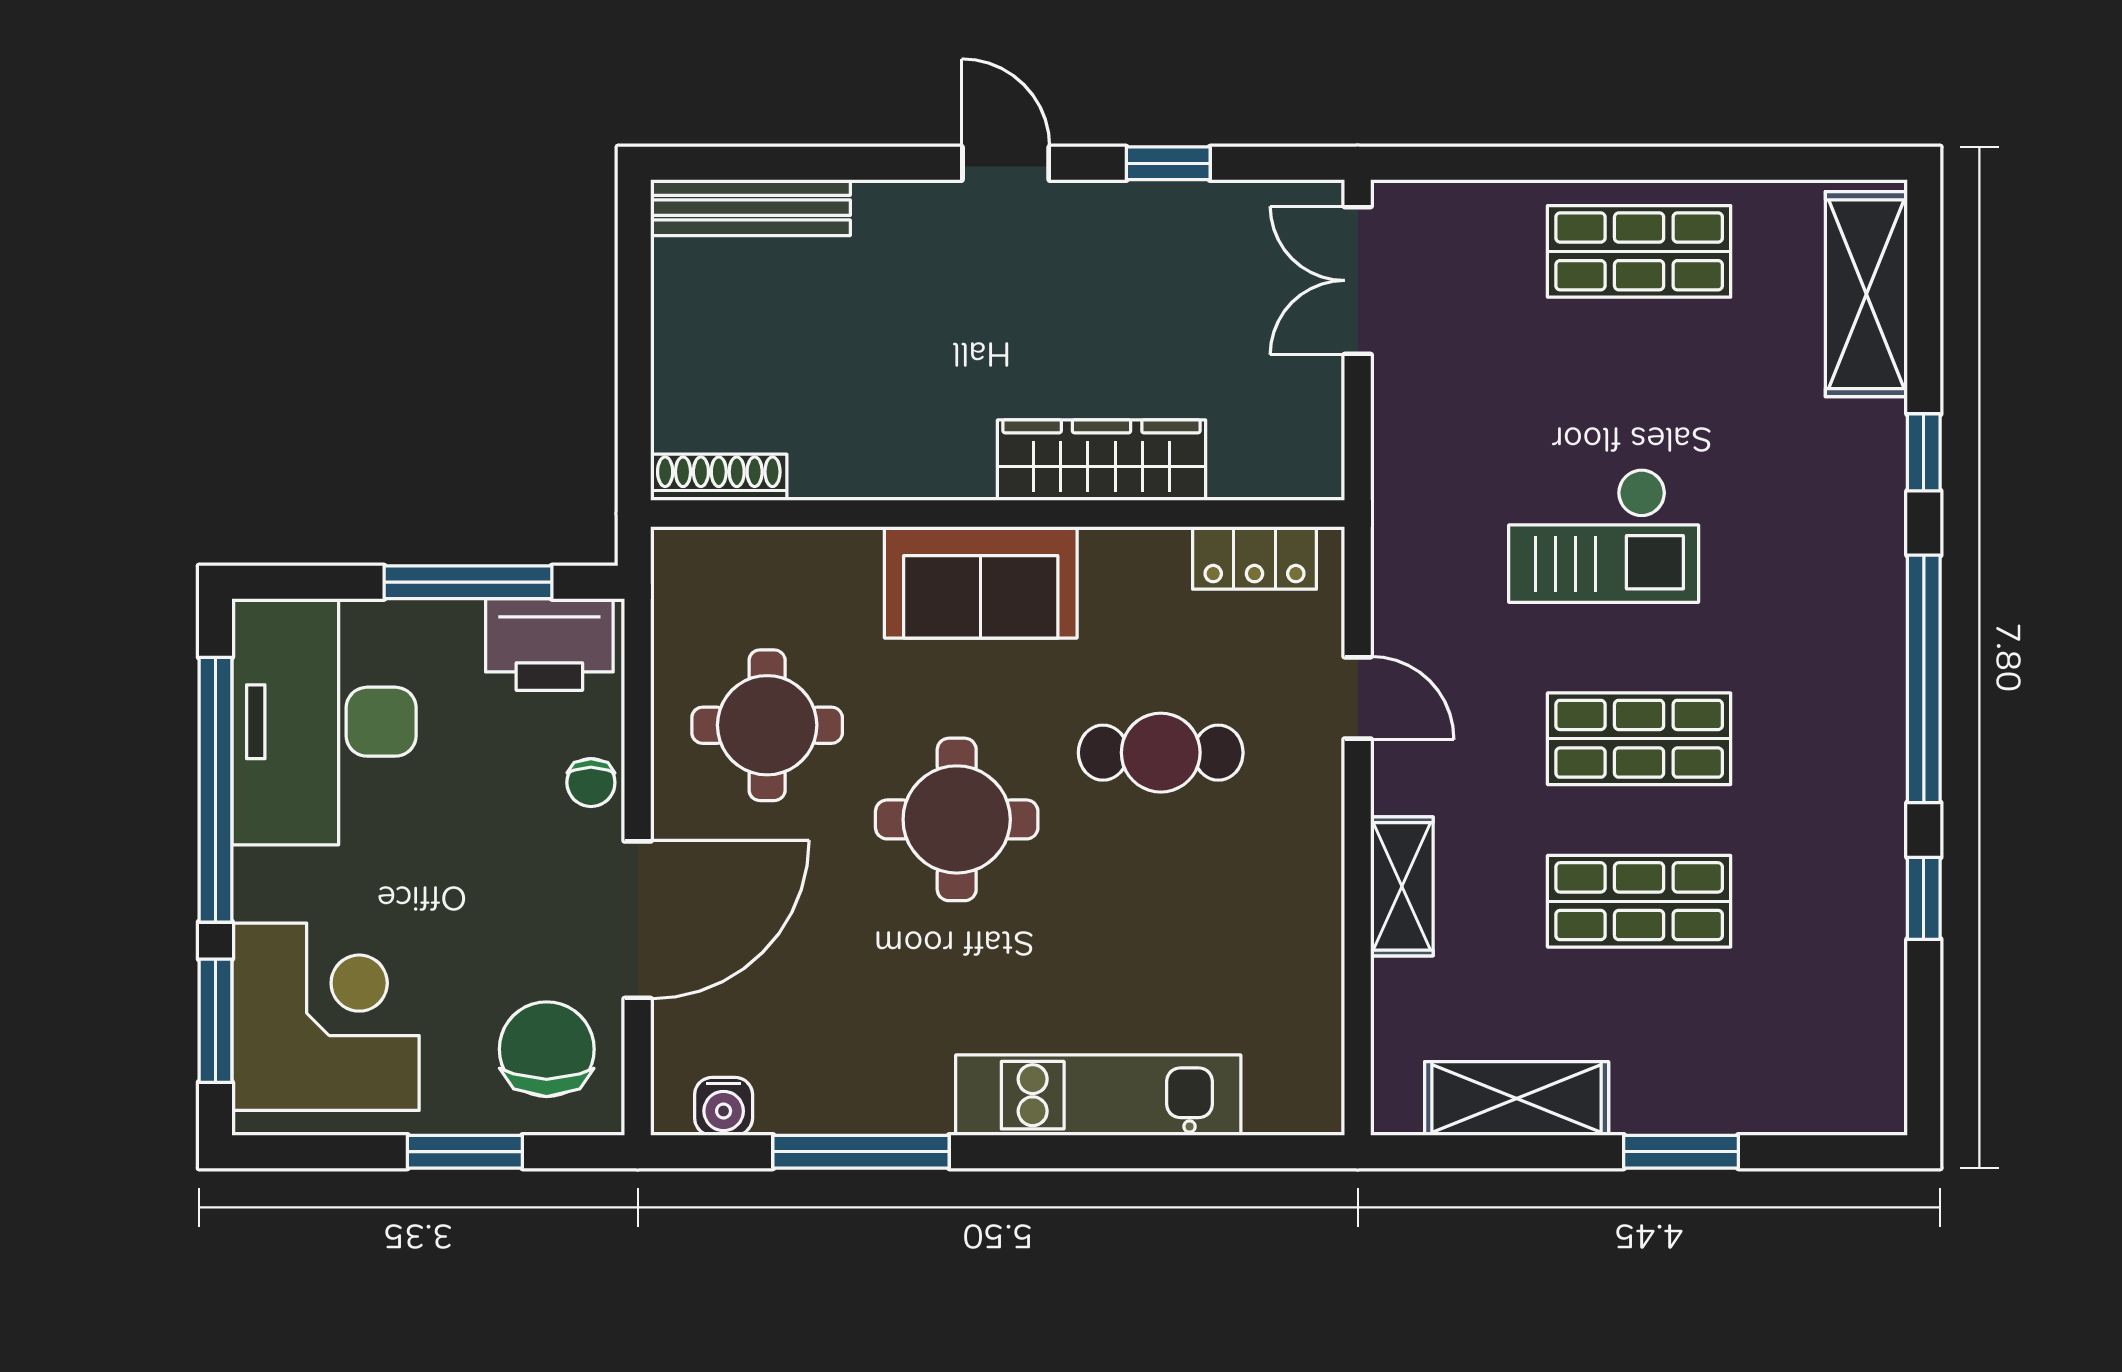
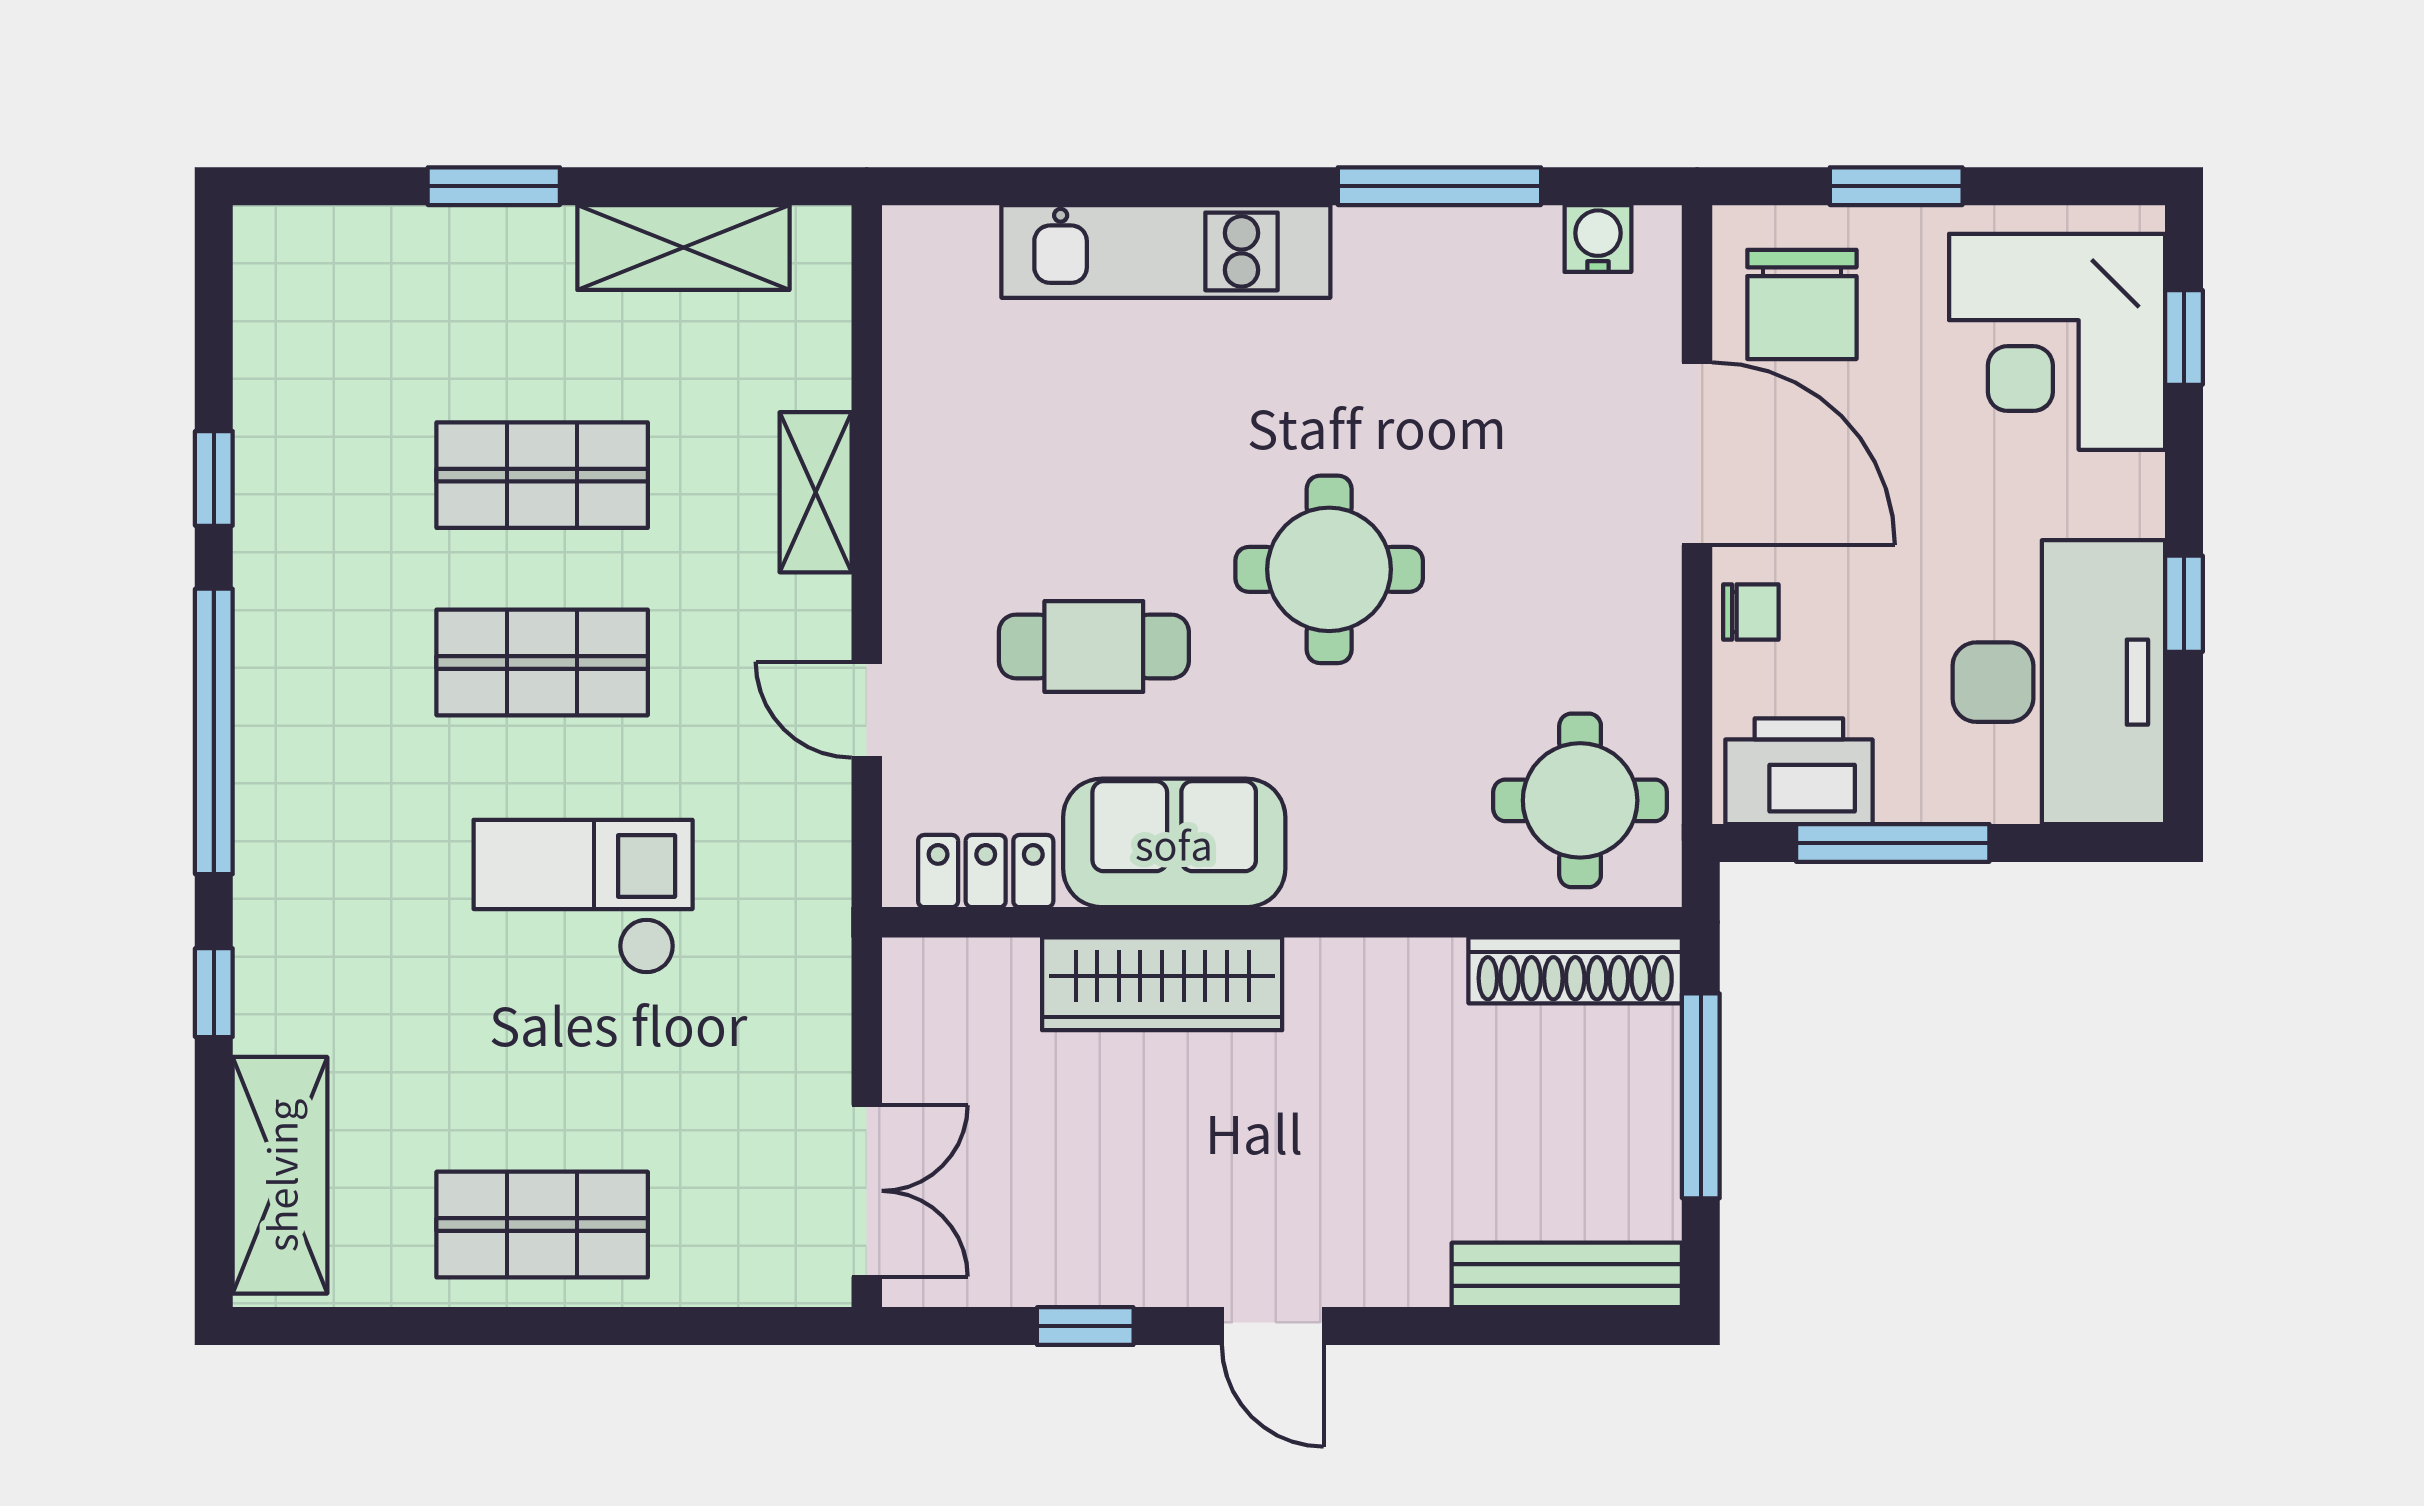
window: (634, 363) -> (1701, 1096), added
shoe rack: (719, 477) -> (1575, 970), width x1.36, depth x1.24
sofa: (981, 582) -> (1174, 843), moved
round table: (767, 725) -> (1580, 800), moved
chair: (591, 783) -> (1751, 612), turned 90
window: (215, 790) -> (2184, 604), width x0.32
door: (638, 920) -> (1697, 454), swing flipped
window: (215, 1021) -> (2184, 337), width x0.67

